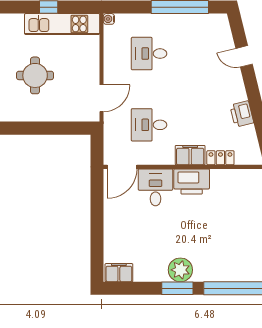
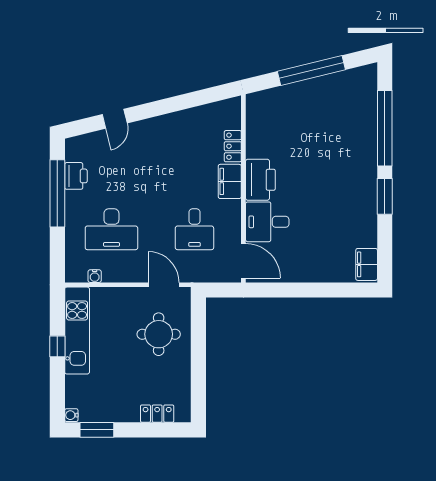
water cooler: (109, 19) -> (95, 276), moved
desk: (149, 54) -> (111, 229), width x1.37
round table: (35, 75) -> (159, 334), moved
printer: (242, 114) -> (76, 176), moved, turned -76
plant: (180, 270) -> (363, 193), removed

